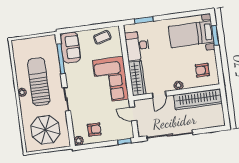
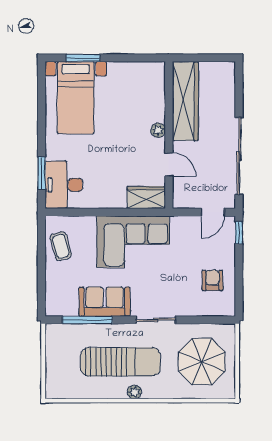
desk: (137, 46) -> (64, 185), moved, turned 90
sofa: (70, 47) -> (104, 302), moved
armchair: (202, 70) -> (138, 87), removed
wardrobe: (137, 78) -> (146, 198), width x0.67
sun lounger: (39, 82) -> (120, 362), turned 180
door: (133, 114) -> (213, 212), moved
plant: (79, 141) -> (228, 309), removed

